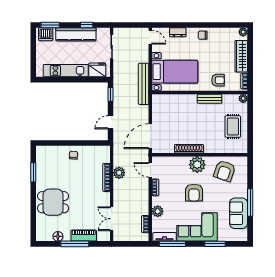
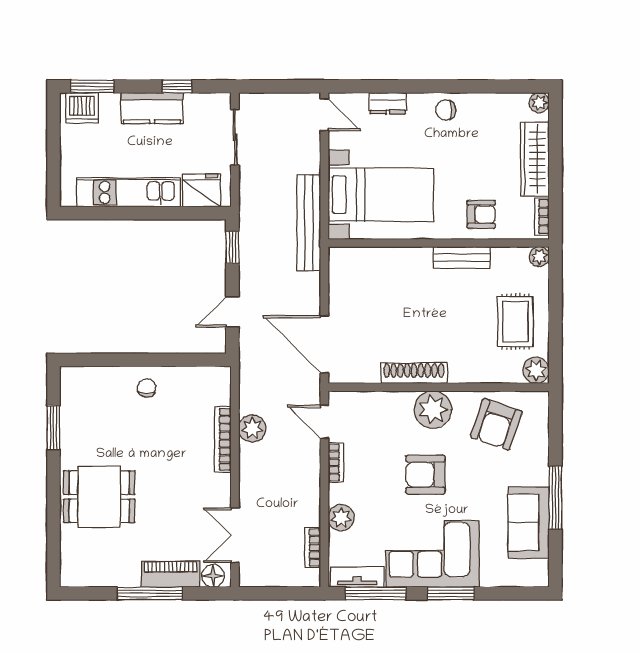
kitchen counter: (76, 34) -> (152, 108), width x0.67
door: (150, 136) -> (324, 344), hinge flipped
plant: (242, 148) -> (536, 370), added
armchair: (194, 193) -> (425, 475), turned 90
floor lamp: (58, 236) -> (213, 576), moved
window: (215, 244) -> (451, 593), moved

